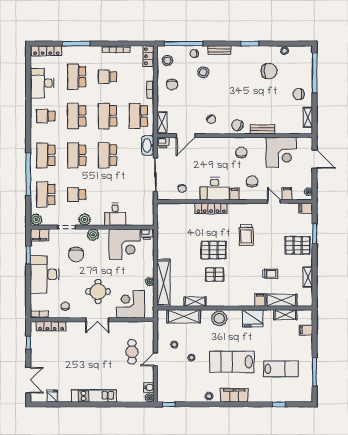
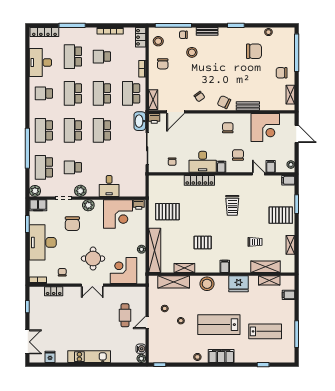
pallet: (213, 250) -> (167, 212), moved
filing cabinet: (260, 300) -> (225, 266), moved
locker: (51, 326) -> (54, 291), width x0.66

